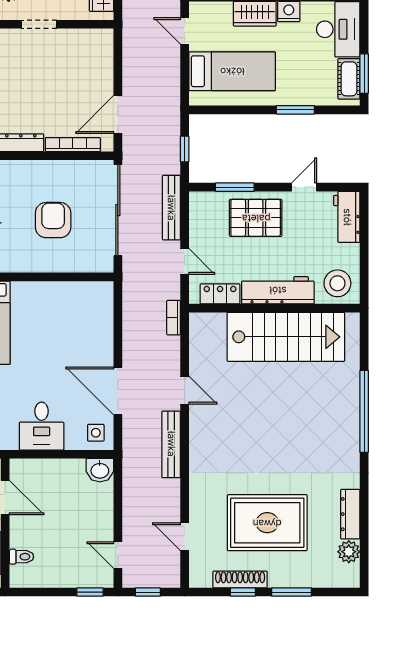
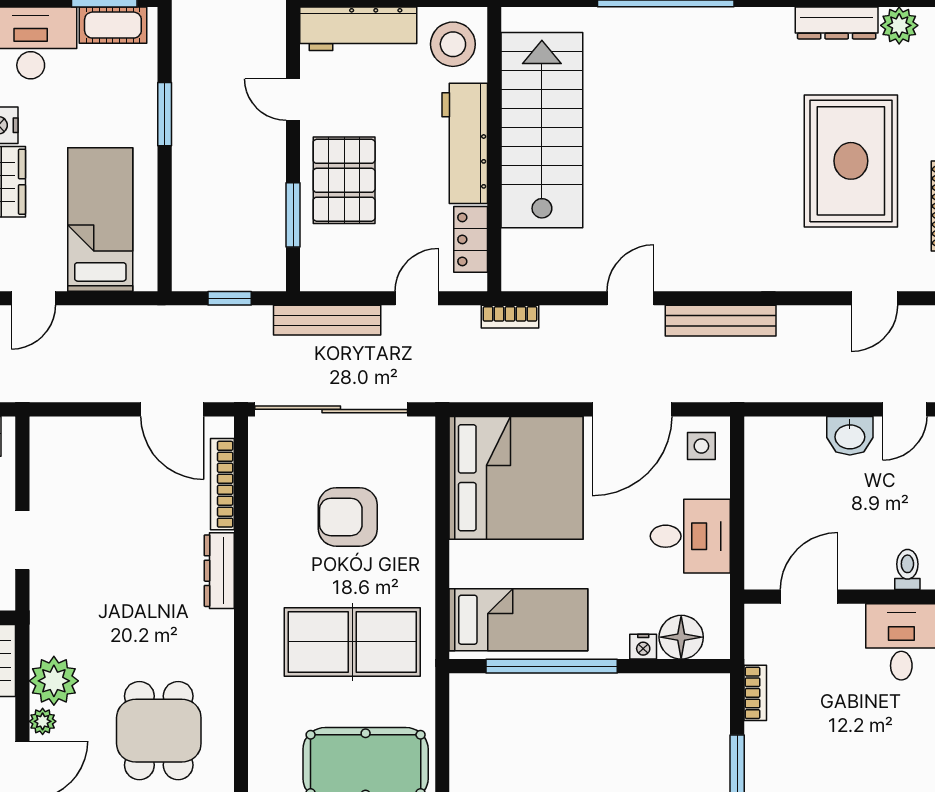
workbench: (347, 217) -> (358, 29), width x1.38
bed: (77, 321) -> (516, 478), added
washbasin: (100, 470) -> (850, 436), moved, turned 90

